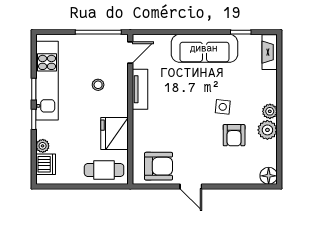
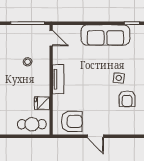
door: (130, 53) -> (51, 38), hinge flipped
tv unit: (140, 89) -> (58, 79), moved
fridge: (114, 134) -> (42, 103), width x0.53, depth x0.75

